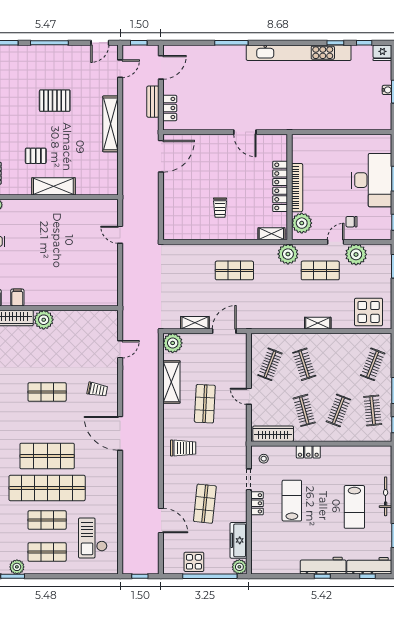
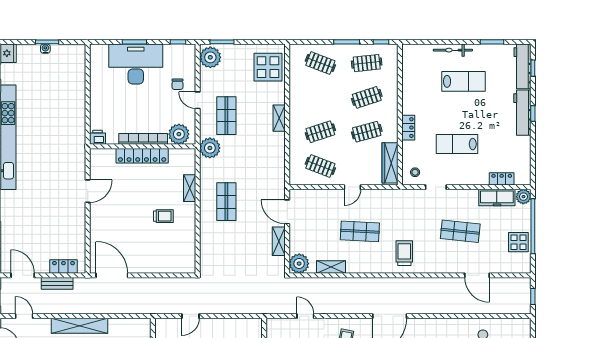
printer: (299, 142) -> (98, 137), added
shelving: (271, 234) -> (190, 188), moved
plant: (356, 254) -> (210, 57), moved
shelving: (171, 382) -> (331, 267), width x0.67, depth x0.75
clothes rail: (338, 410) -> (367, 97), turned -39
locker: (257, 503) -> (502, 179), moved
door: (161, 521) -> (477, 275), swing flipped

